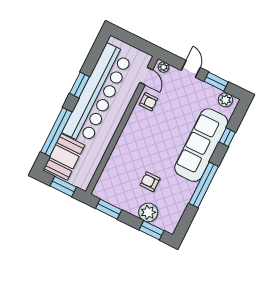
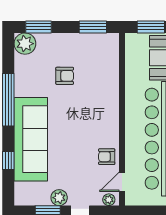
door: (146, 76) -> (122, 182), hinge flipped
plant: (225, 100) -> (59, 198), moved
plant: (148, 212) -> (25, 44), moved

